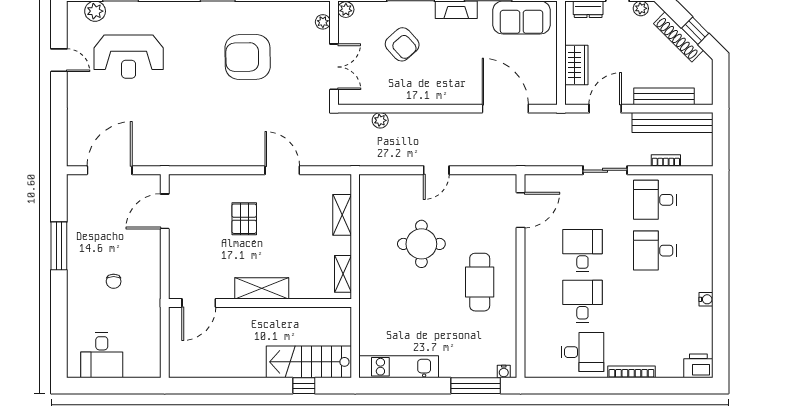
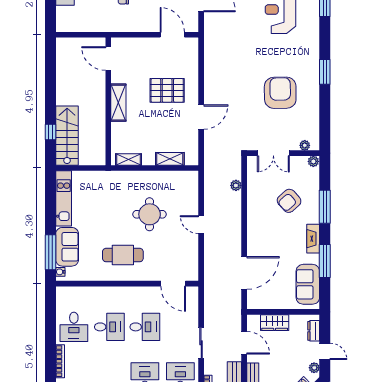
pallet: (244, 219) -> (167, 90), width x1.50, depth x1.42
sofa: (468, 362) -> (67, 247), added

